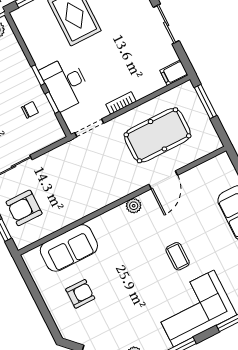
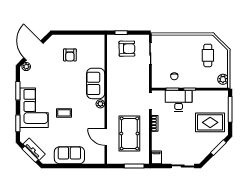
door: (163, 180) -> (106, 137), moved
armchair: (24, 208) -> (127, 49), turned 89
sofa: (69, 248) -> (96, 83), moved

